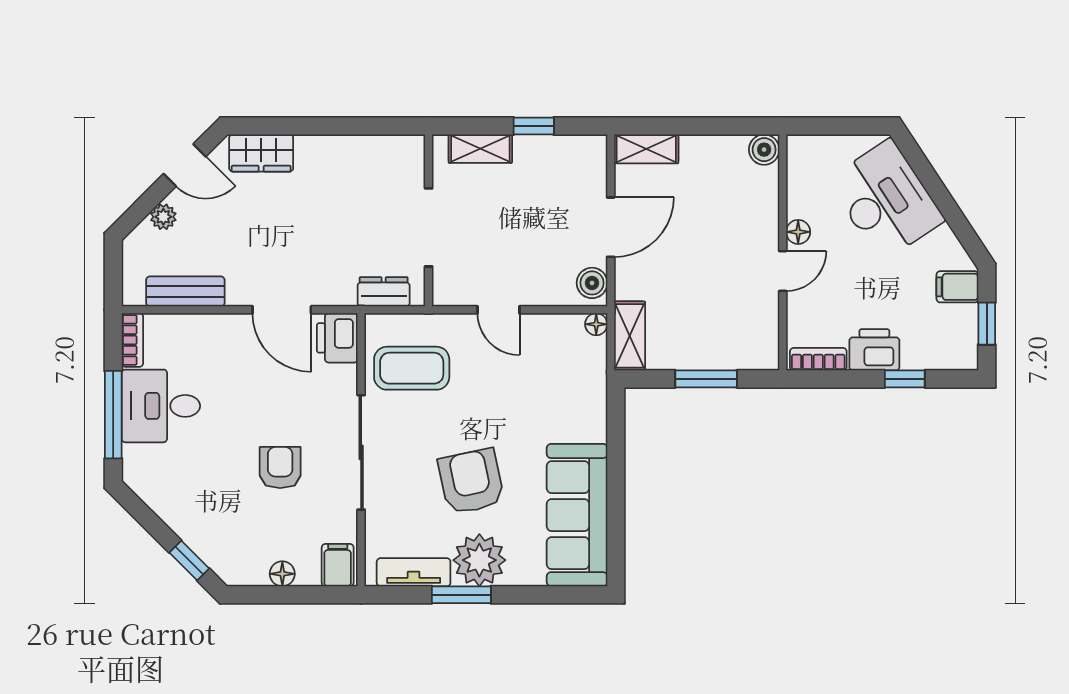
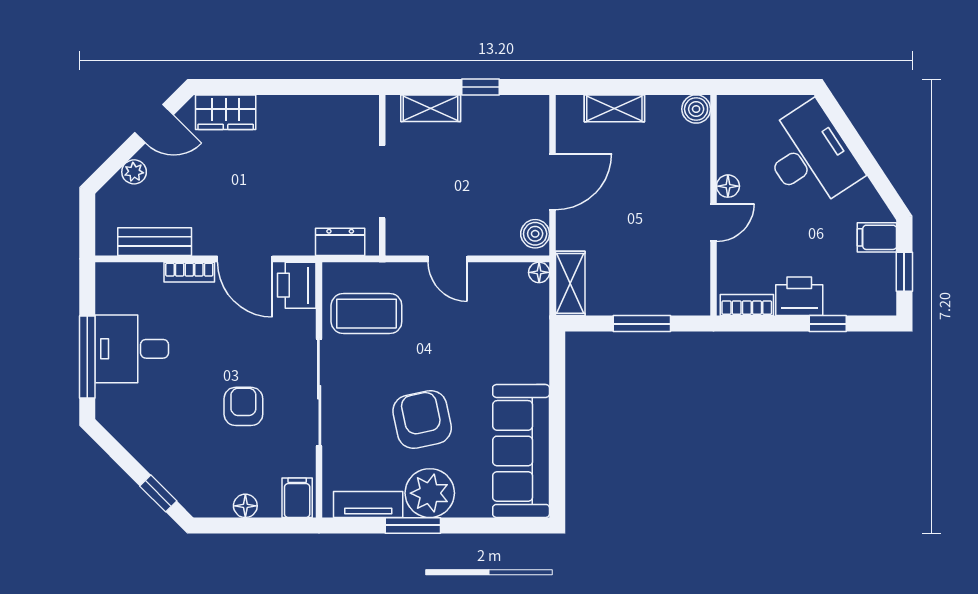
shelving: (646, 149) -> (614, 108), moved
bookcase: (132, 340) -> (189, 272), moved, turned 90

